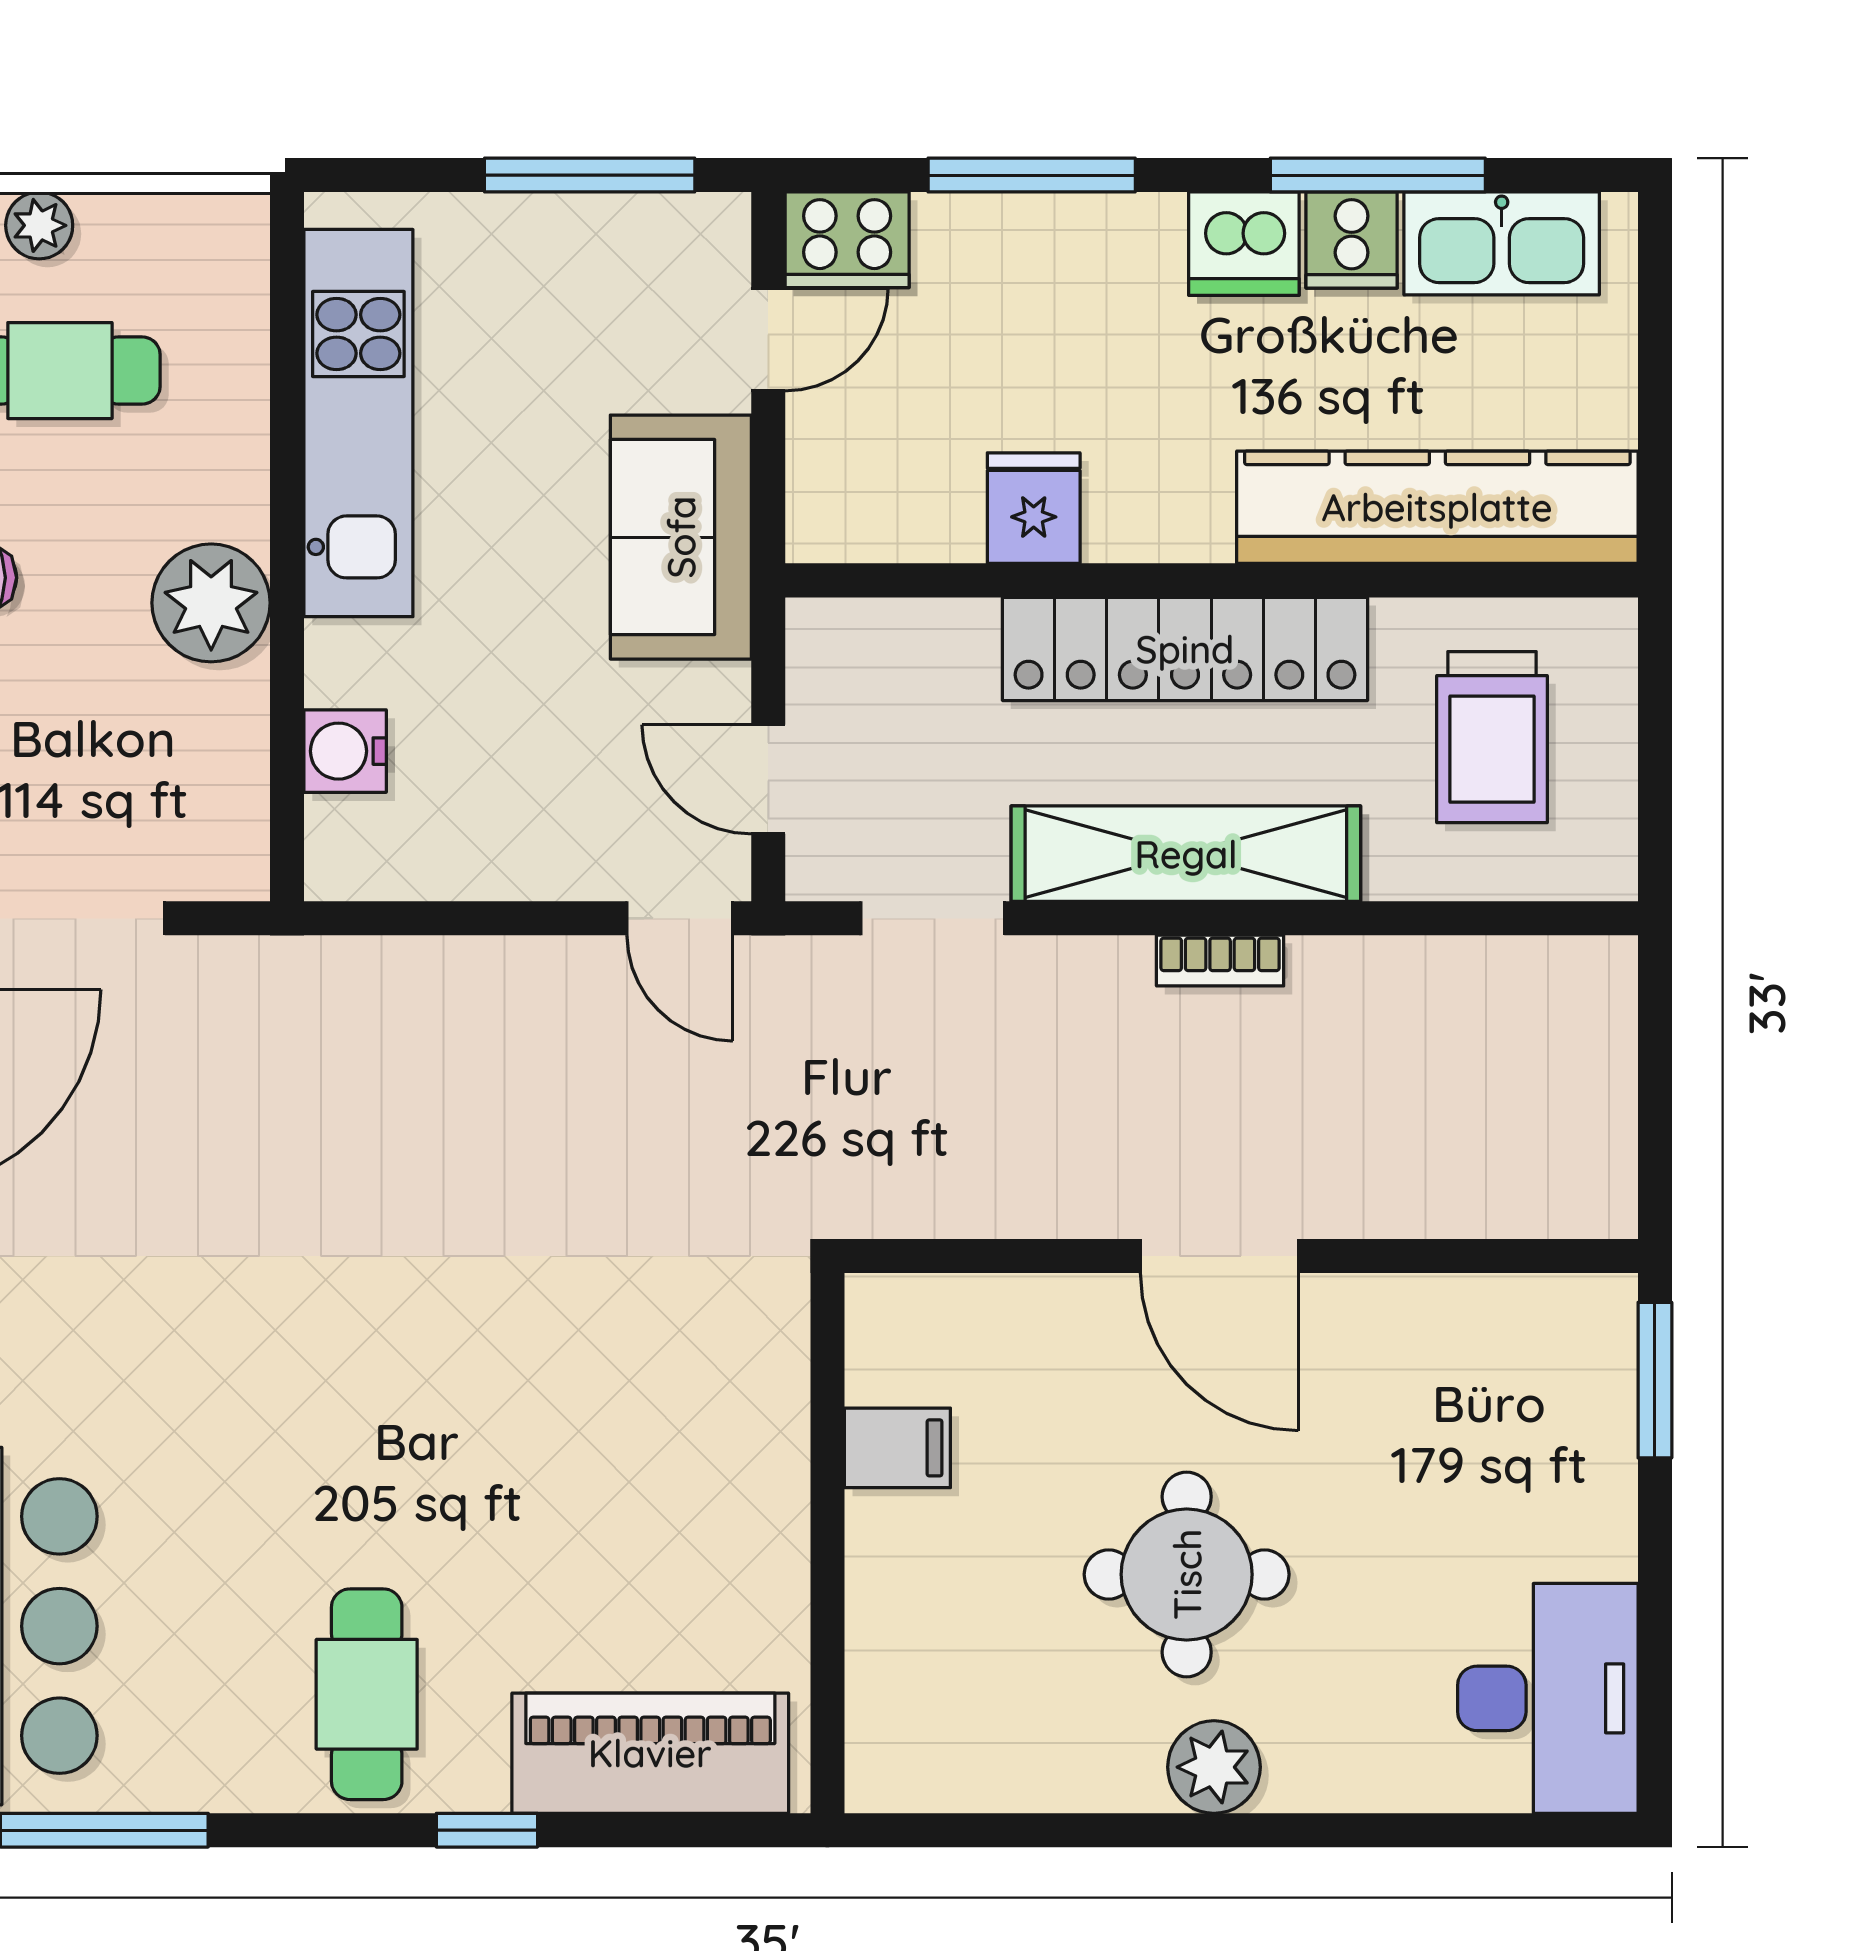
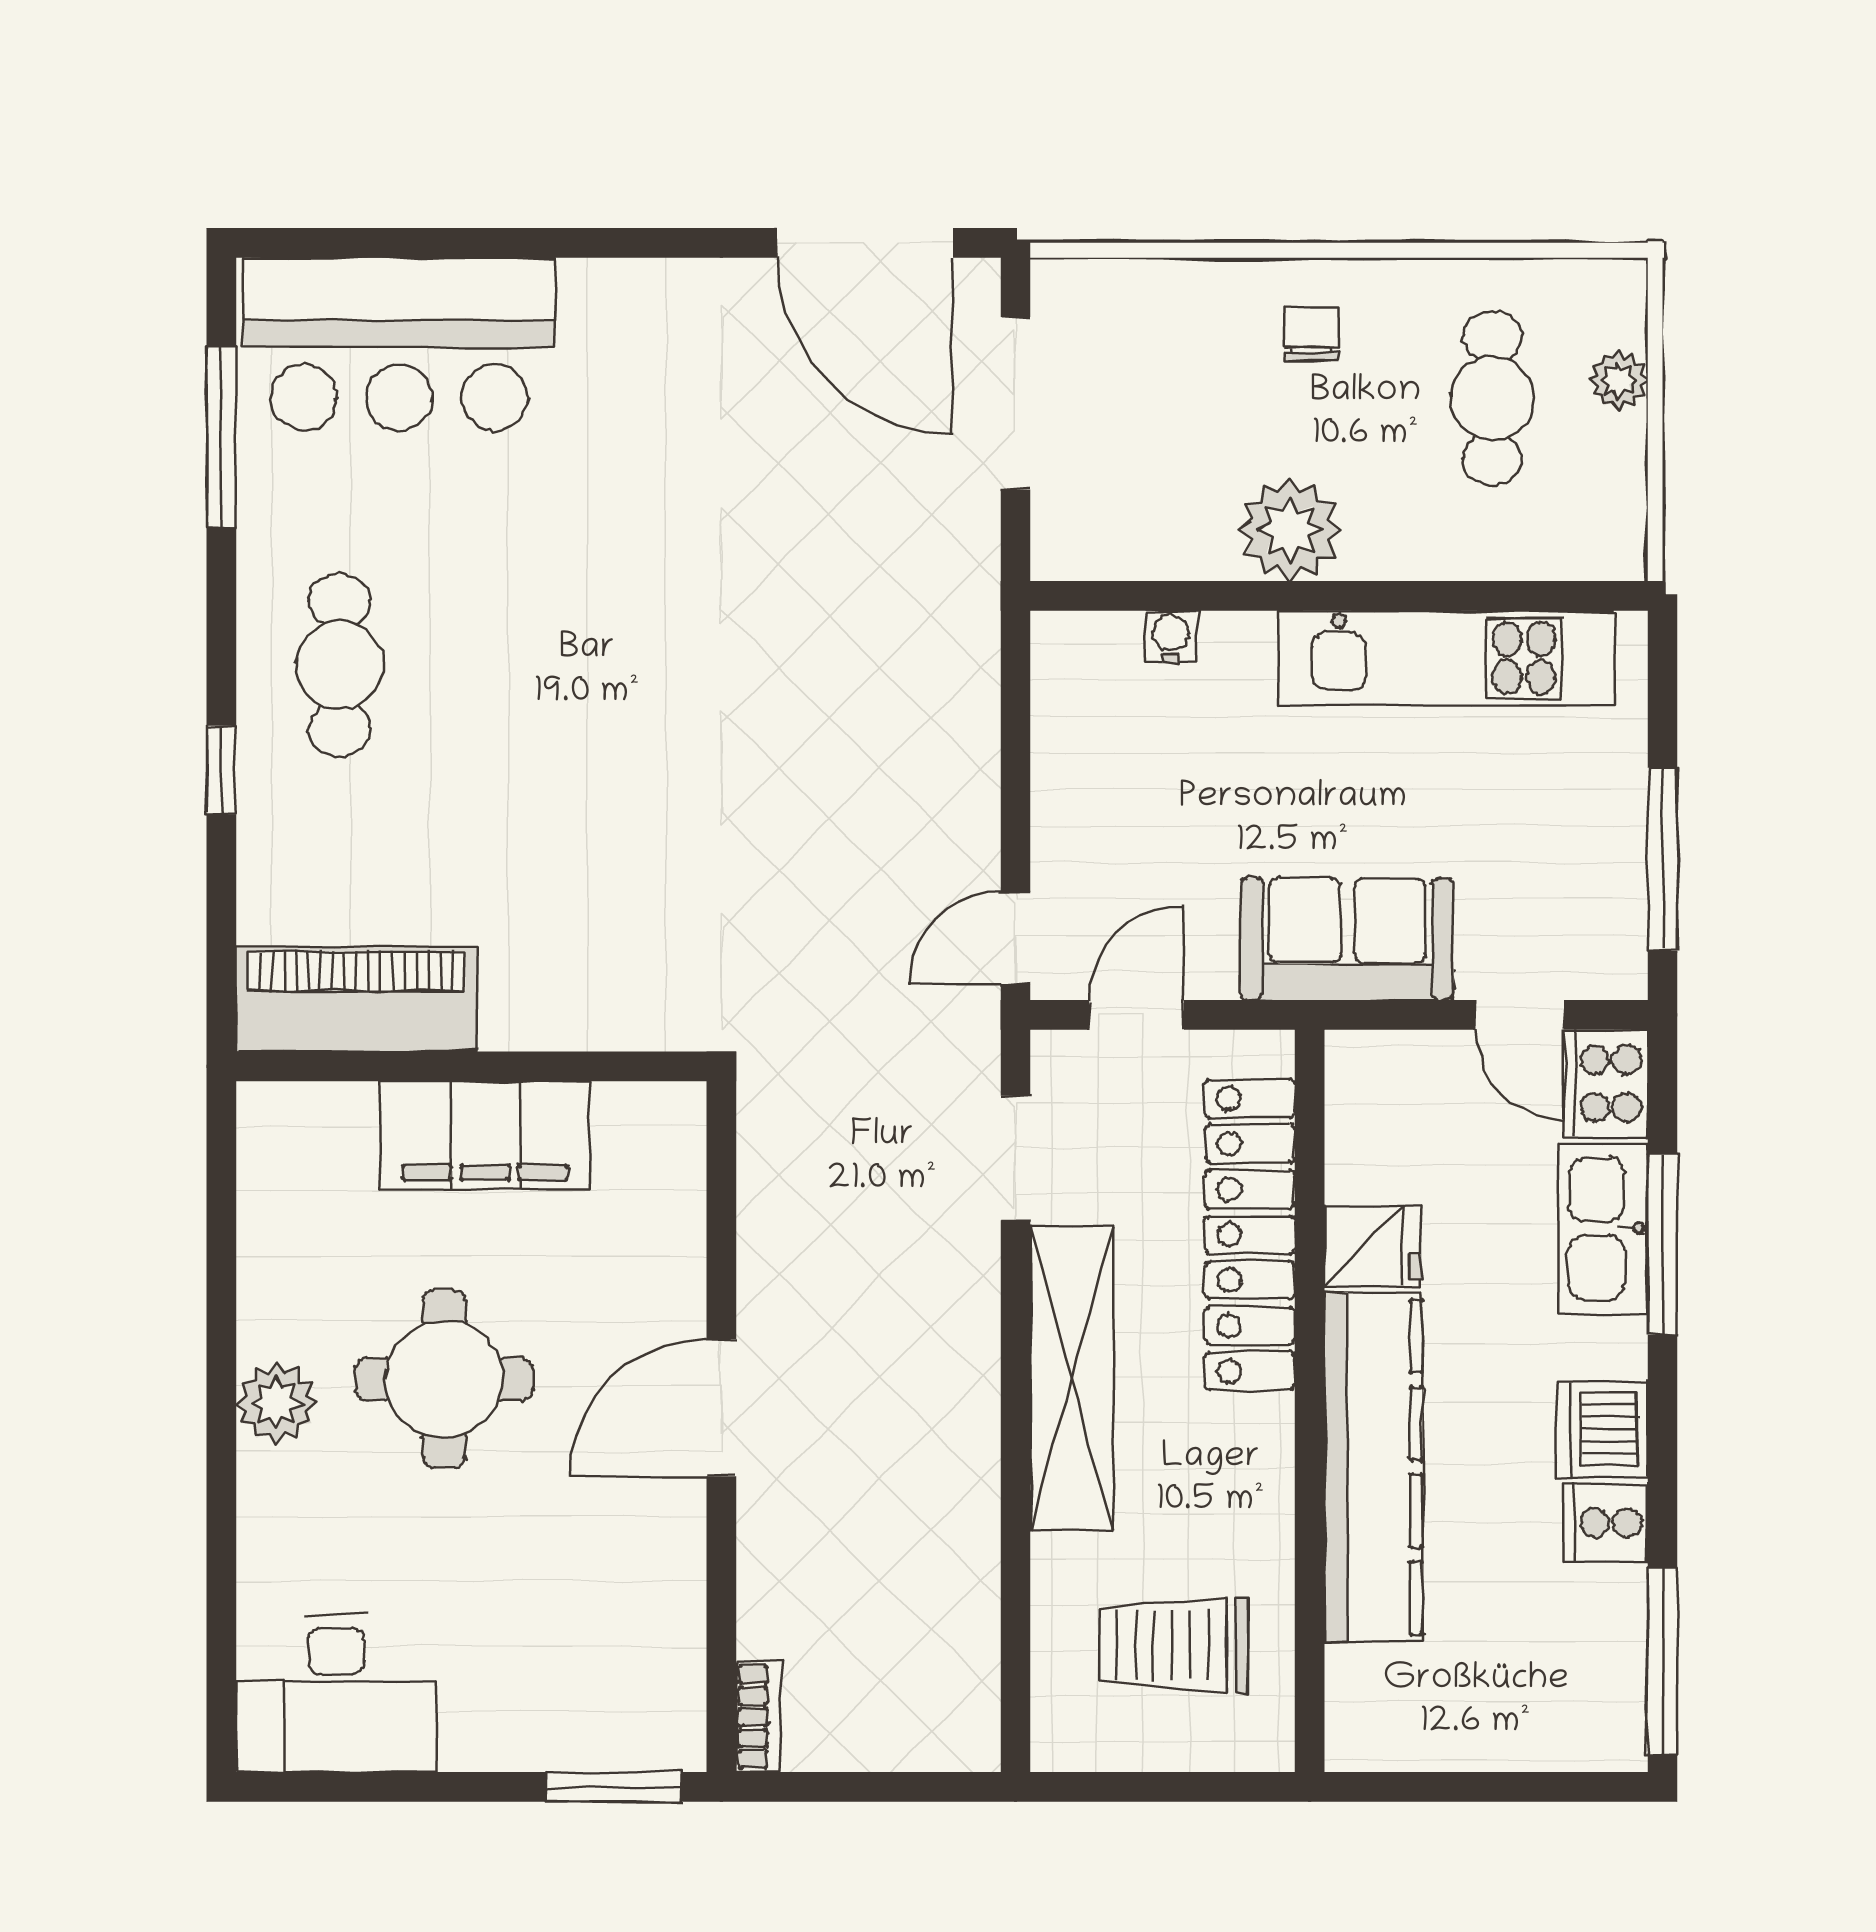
window: (1378, 175) -> (1662, 1661), moved
kitchen sink: (1502, 243) -> (1603, 1228), moved
kitchen counter: (1437, 507) -> (1373, 1467), moved
locker: (1185, 649) -> (1250, 1235), moved
water cooler: (345, 751) -> (1171, 637), width x0.72, depth x0.72
bookcase: (1220, 960) -> (758, 1717), moved, turned 180
filing cabinet: (897, 1448) -> (485, 1135), width x3.00, depth x1.17
cafe table: (367, 1694) -> (340, 665), turned 90
piano: (650, 1753) -> (357, 999), moved, turned -90

